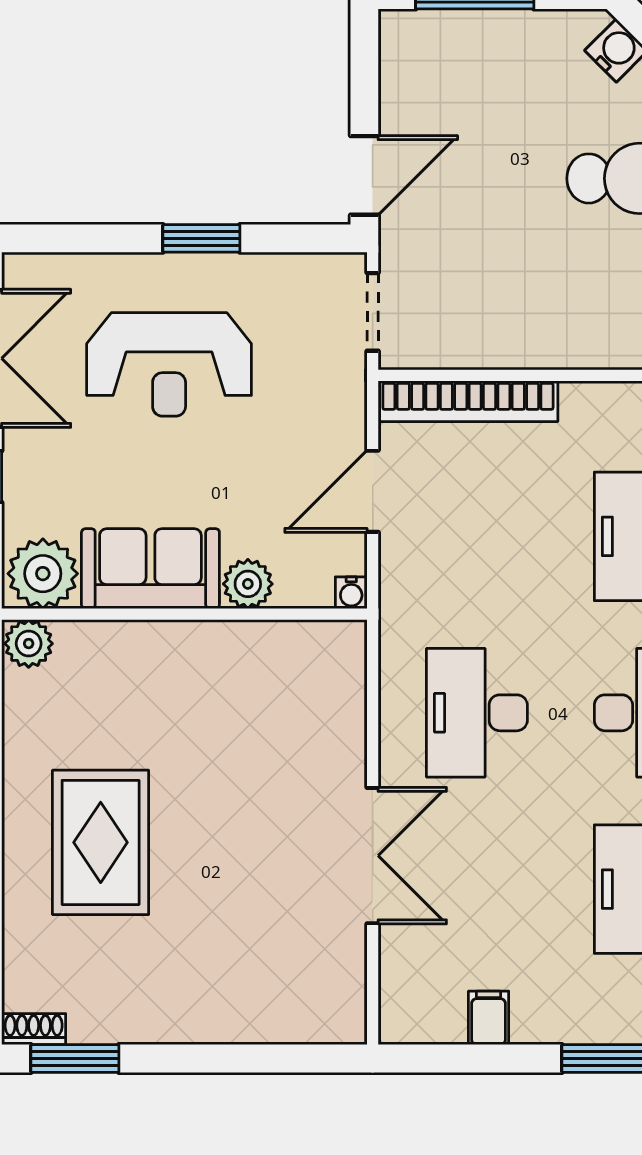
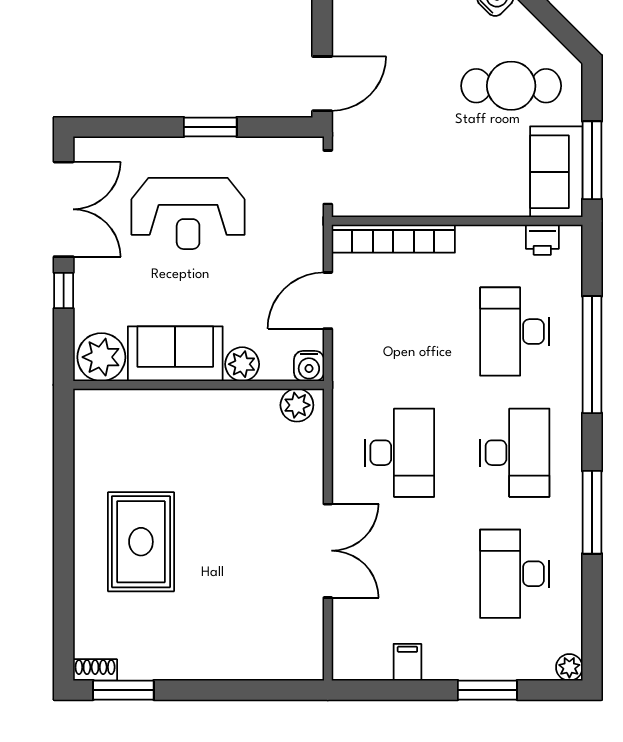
water cooler: (351, 593) -> (309, 366), width x1.38, depth x1.38
plant: (29, 644) -> (297, 405), moved
desk: (477, 713) -> (399, 453), turned 180

